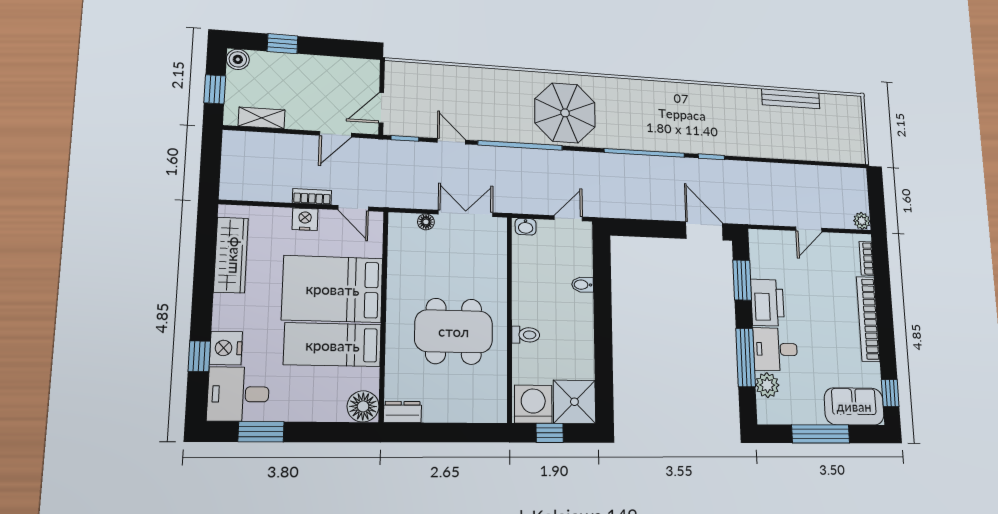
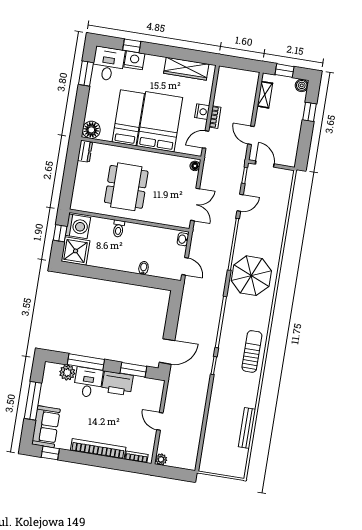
sun lounger: (679, 102) -> (252, 351), added
floor lamp: (426, 222) -> (195, 166), moved

